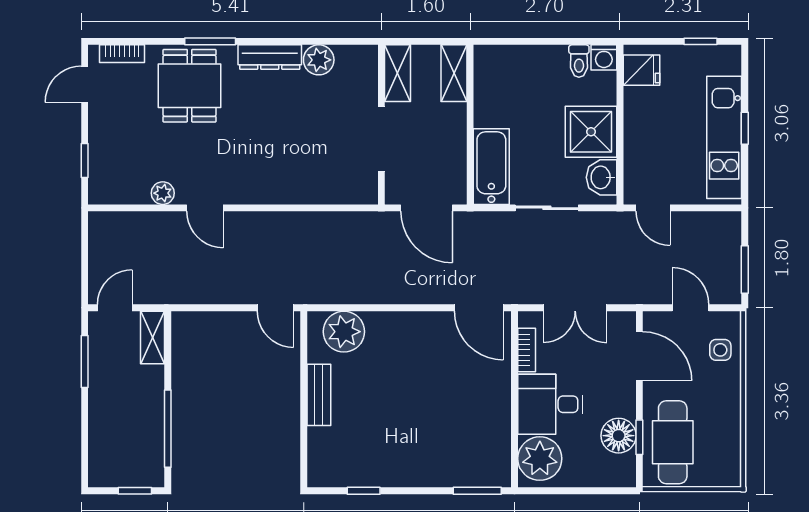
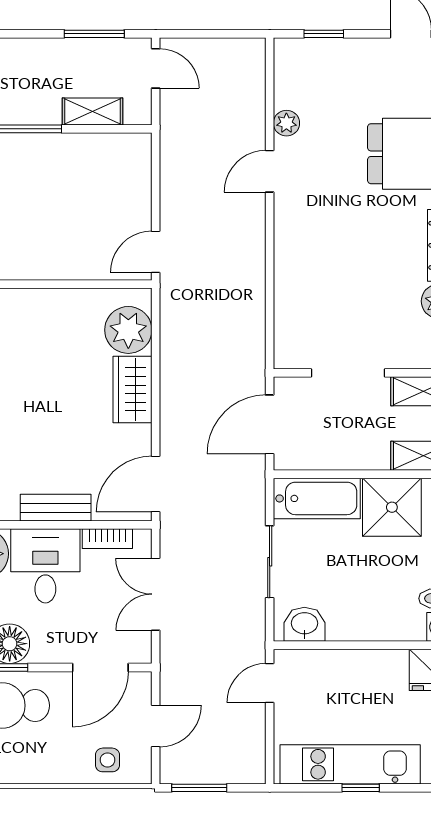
shower: (591, 132) -> (392, 507), moved
wardrobe: (396, 328) -> (132, 389), added
shelving: (153, 337) -> (93, 111), moved
bench: (319, 395) -> (56, 508), moved

